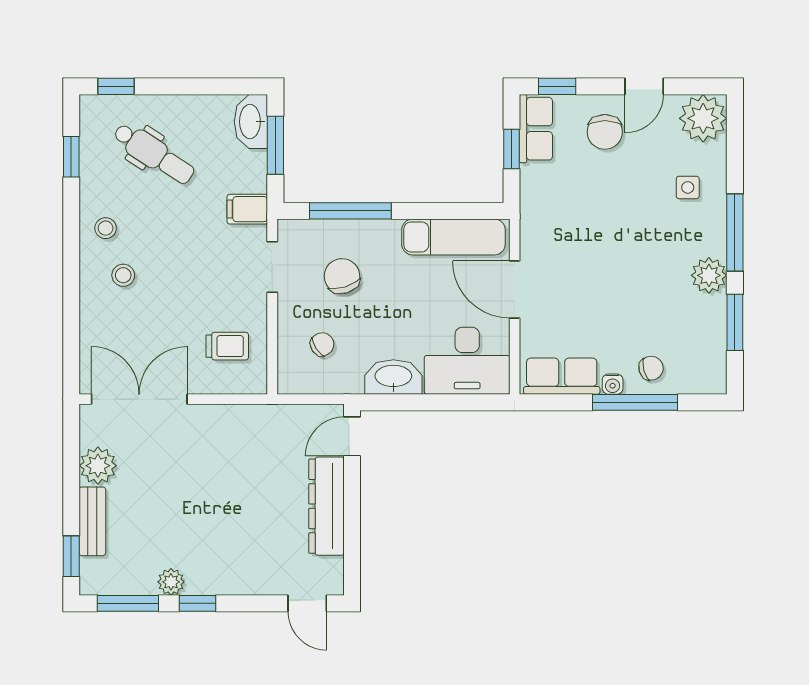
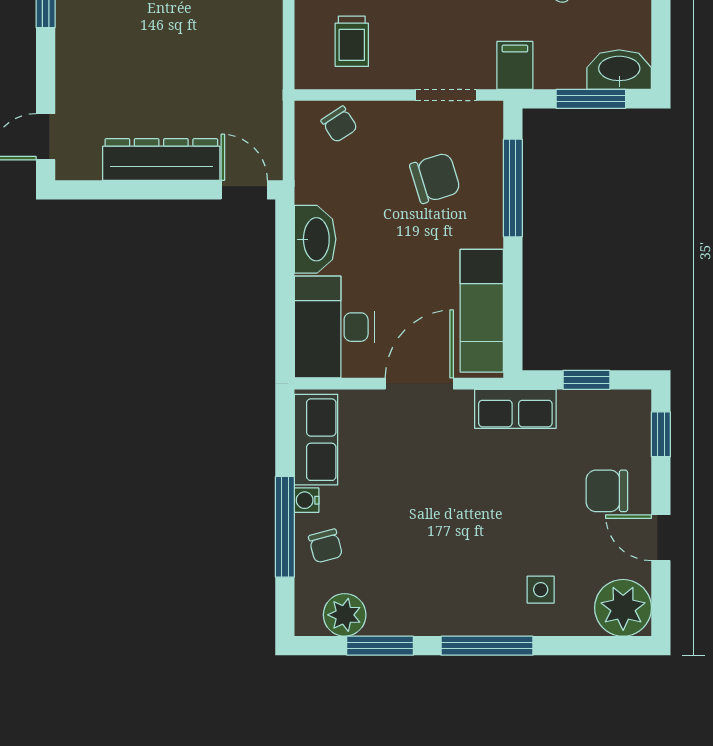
row of seats: (536, 129) -> (515, 409), moved
plant: (709, 275) -> (345, 615), moved
chair: (322, 344) -> (339, 124), moved

